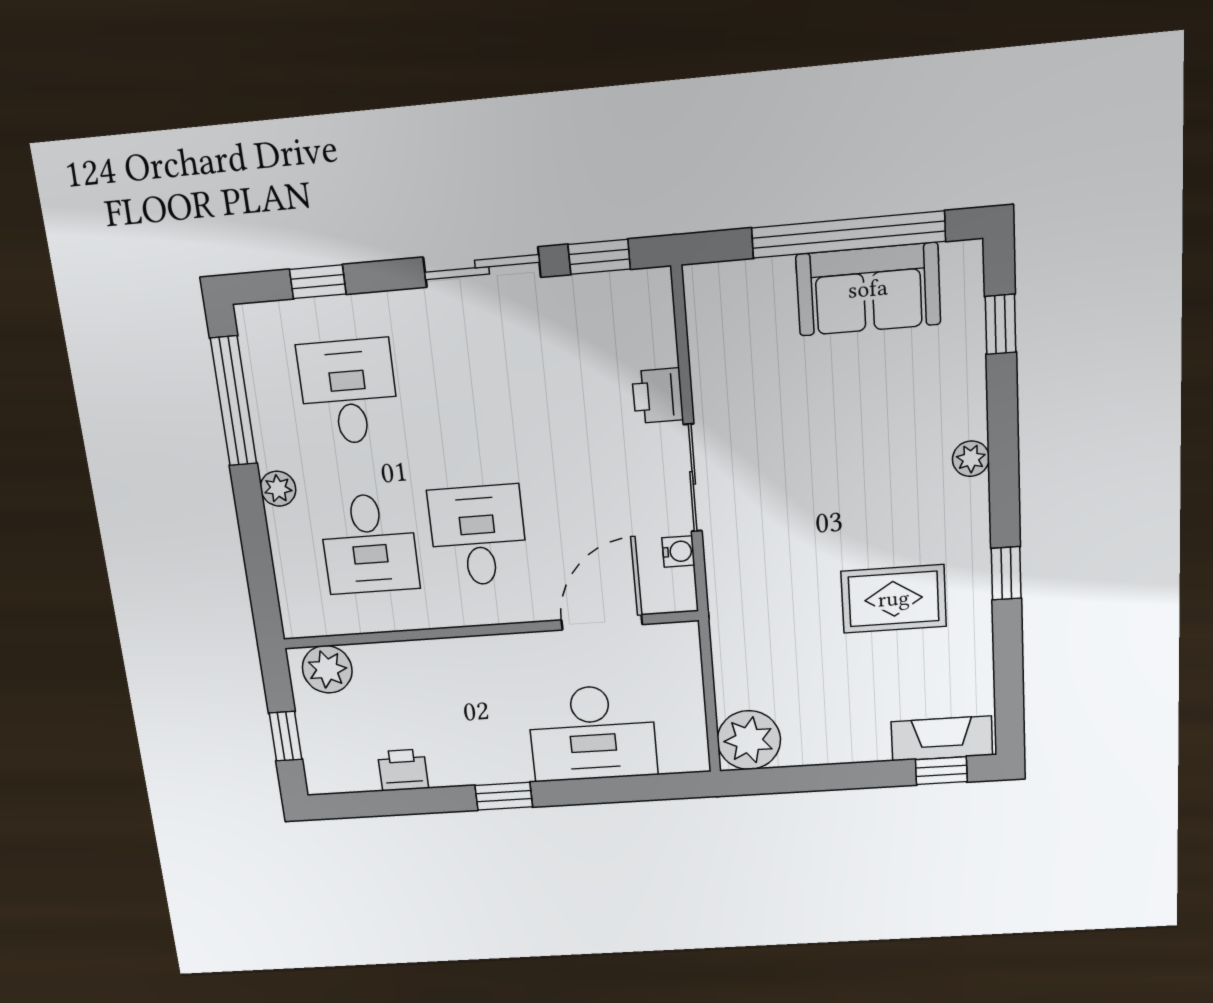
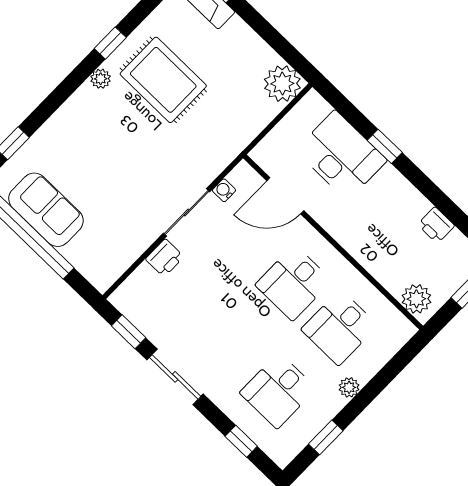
window: (234, 401) -> (326, 437), width x0.46
plant: (971, 459) -> (101, 79), moved
desk: (369, 544) -> (339, 327), turned 180
rug: (894, 599) -> (163, 80), width x1.36, depth x1.43
window: (504, 796) -> (385, 146), moved

